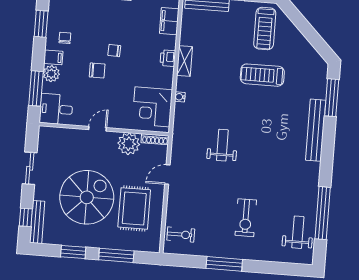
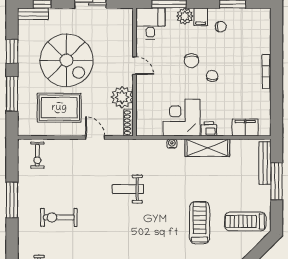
shelving: (185, 61) -> (207, 148), width x1.50, depth x1.33
corner desk: (152, 107) -> (181, 118), moved
weight bench: (222, 145) -> (128, 189), turned 180
bench: (37, 222) -> (33, 14), width x0.73

